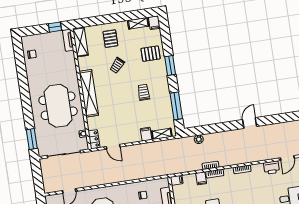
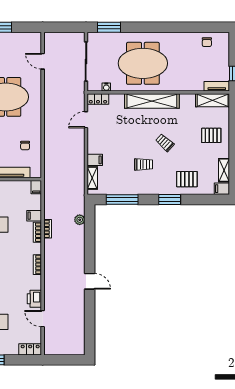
pallet: (151, 54) -> (187, 179), turned 90
trolley: (117, 65) -> (165, 143), moved

